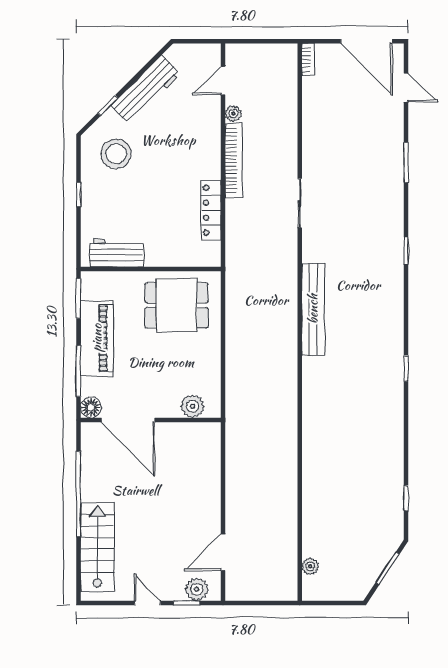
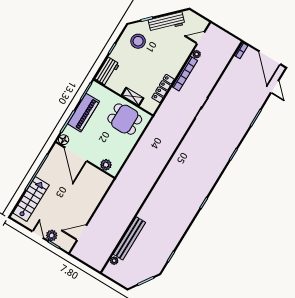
workbench: (116, 253) -> (107, 71), moved, turned 90
shelving: (166, 257) -> (133, 97), added
bench: (313, 309) -> (129, 238), moved
plant: (197, 589) -> (52, 235), moved

